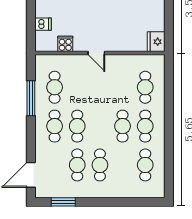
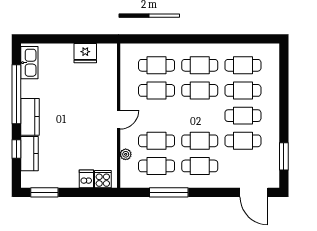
fridge: (156, 42) -> (85, 53), moved
cooker: (65, 44) -> (103, 179), moved, turned 90
plant: (65, 59) -> (126, 154), added
cafe table: (77, 87) -> (157, 141), added
cafe table: (123, 87) -> (157, 90), added
cafe table: (123, 165) -> (243, 90), added

